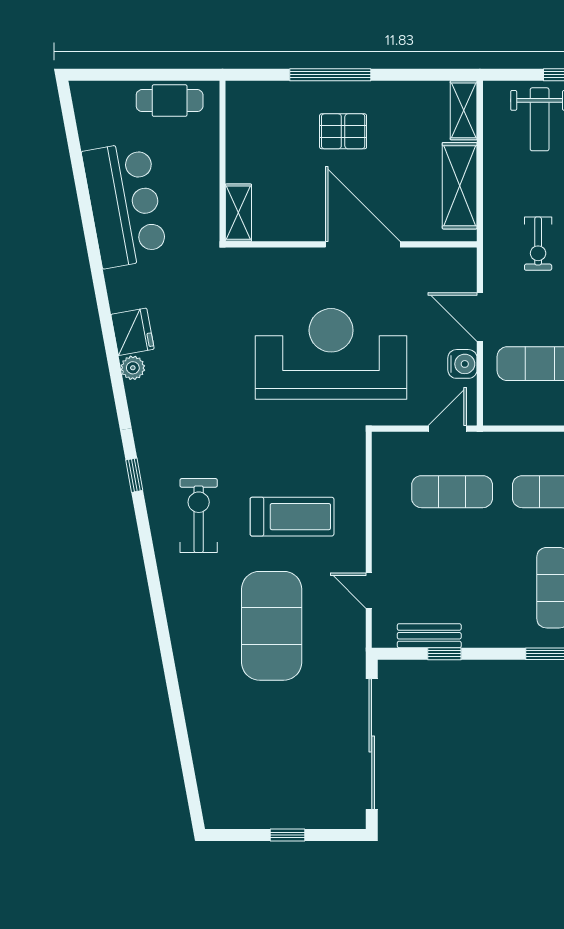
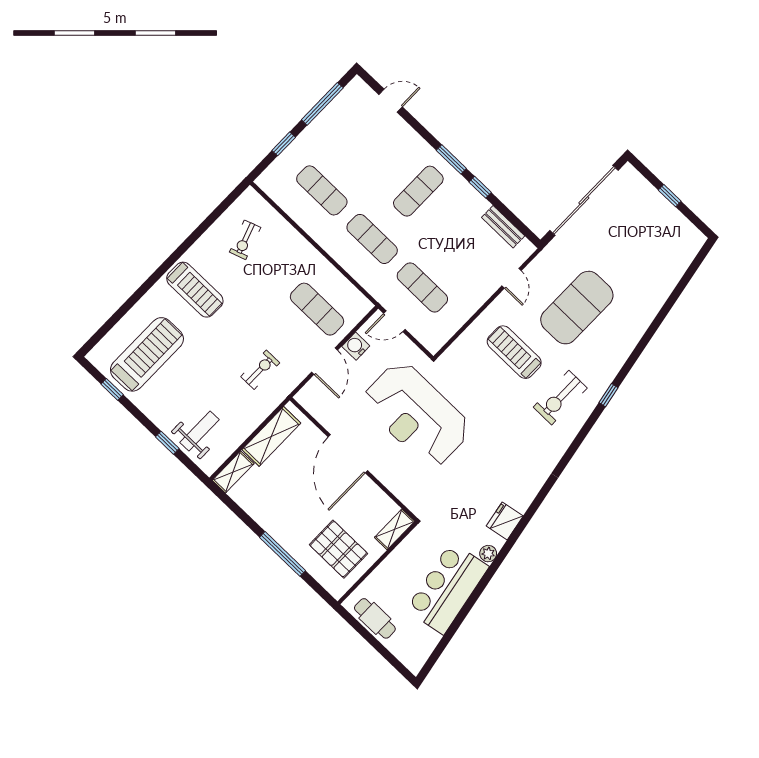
pallet: (343, 131) -> (338, 549), moved, width x1.50, depth x1.42
plant: (133, 368) -> (488, 554), moved
window: (134, 475) -> (609, 395), moved
window: (444, 654) -> (480, 187), moved

